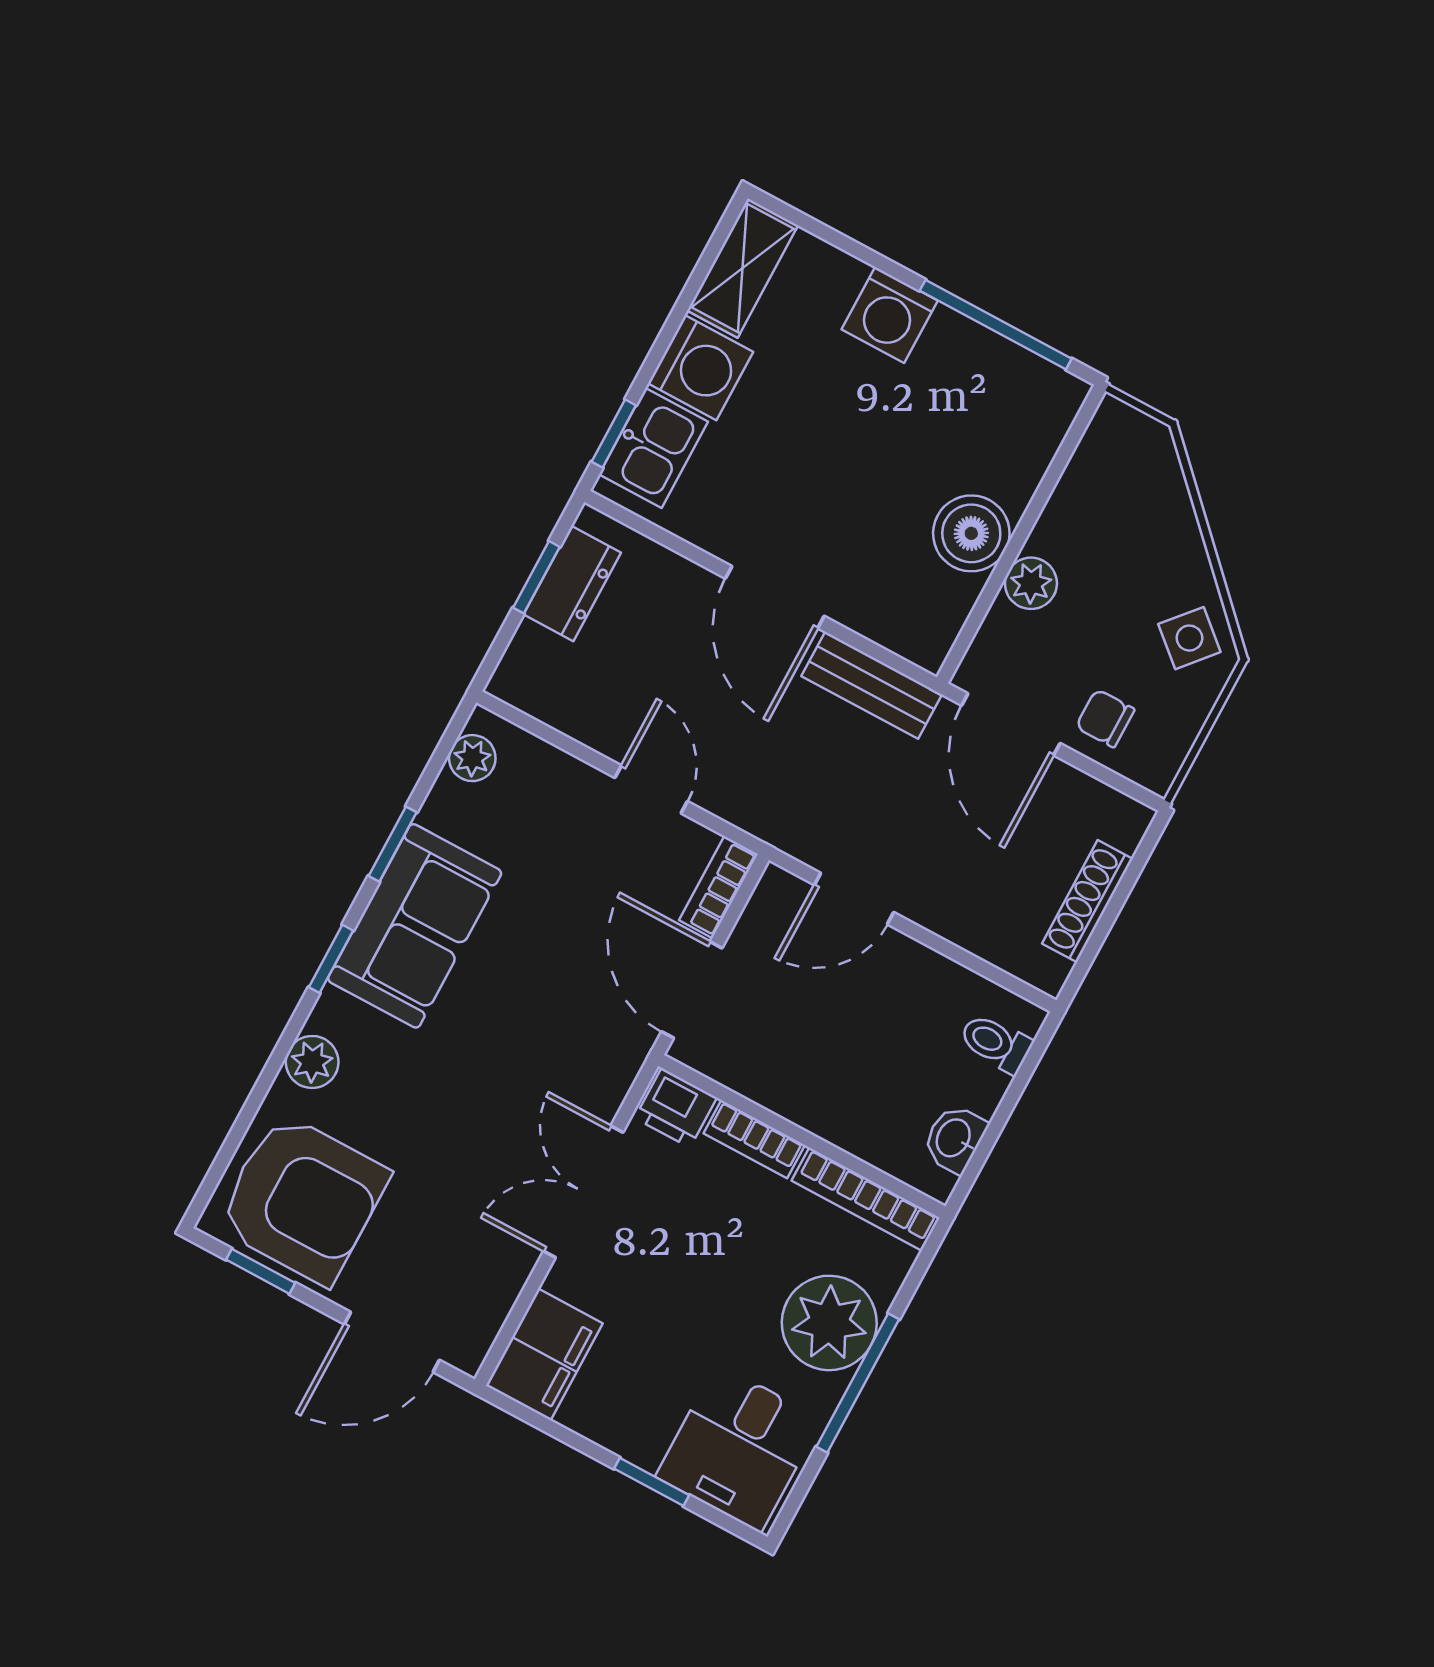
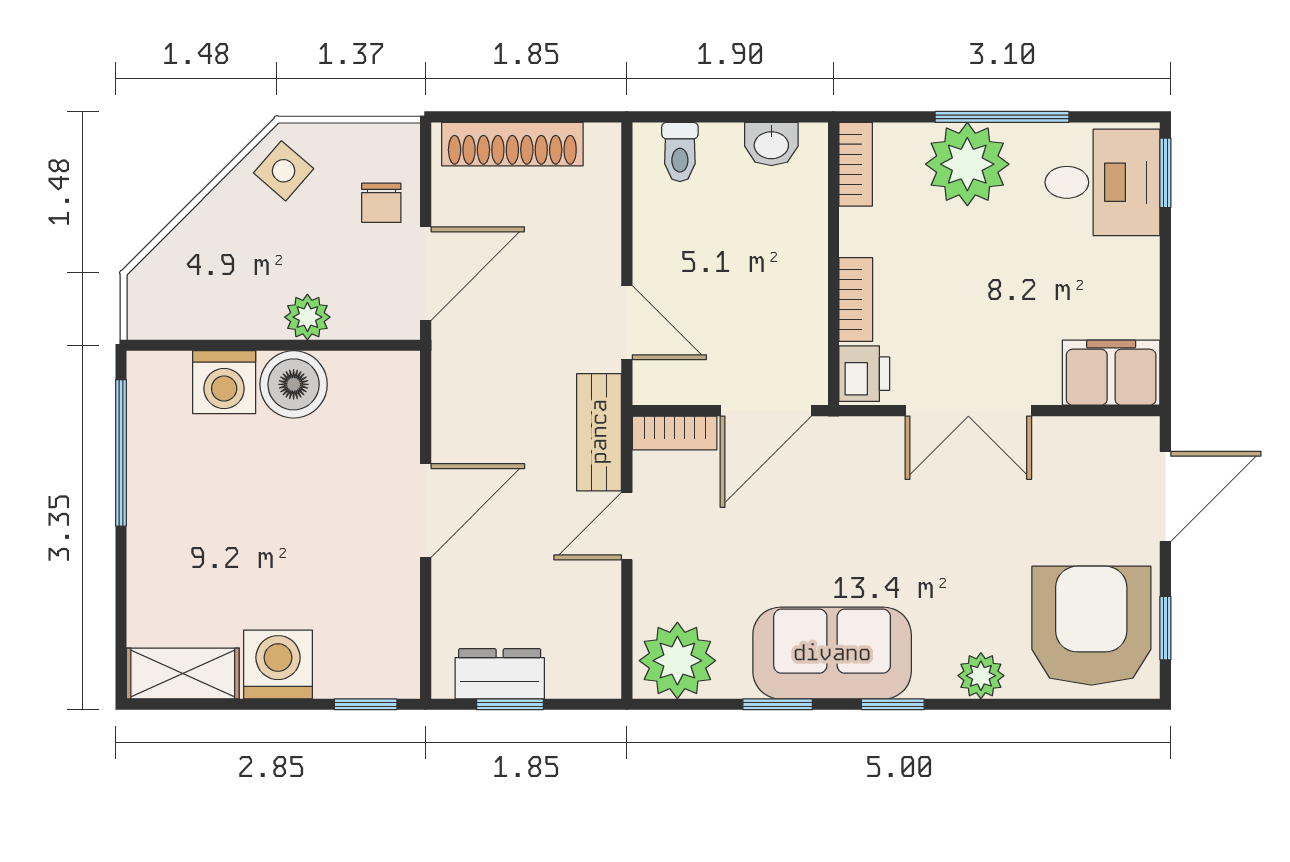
washing machine: (890, 315) -> (224, 382), moved, turned 90
kitchen sink: (654, 448) -> (360, 667), removed
bench: (872, 685) -> (599, 432), moved
plant: (472, 758) -> (677, 661), width x1.87, depth x1.87
shoe rack: (1087, 901) -> (512, 144), width x1.36, depth x1.24
bookcase: (866, 1199) -> (856, 164), width x0.64
door: (392, 1342) -> (1165, 496), hinge flipped
window: (652, 1482) -> (1165, 173), moved

